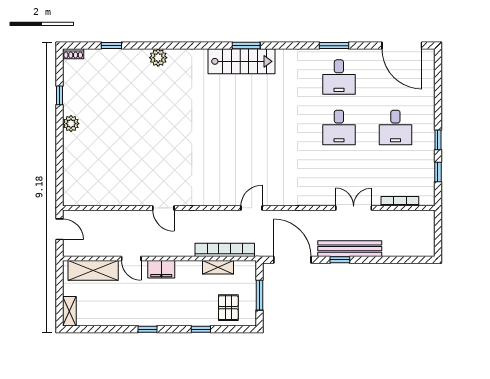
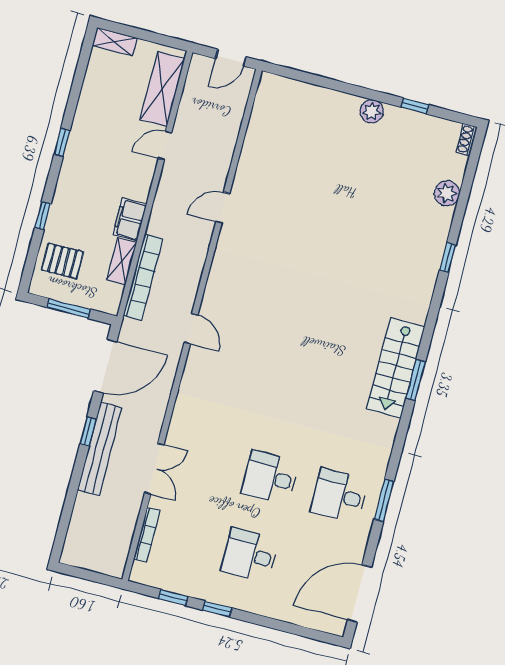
window: (111, 46) -> (448, 257), moved
plant: (158, 58) -> (447, 193), moved
filing cabinet: (161, 269) -> (130, 219), moved

